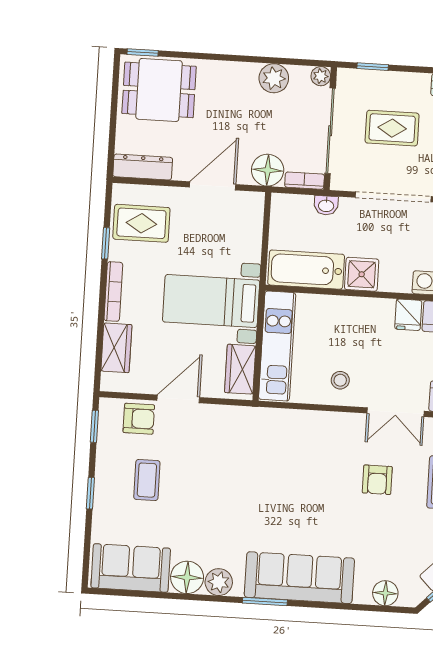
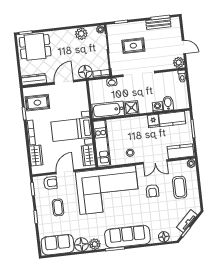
corner sofa: (272, 459) -> (108, 190), added

